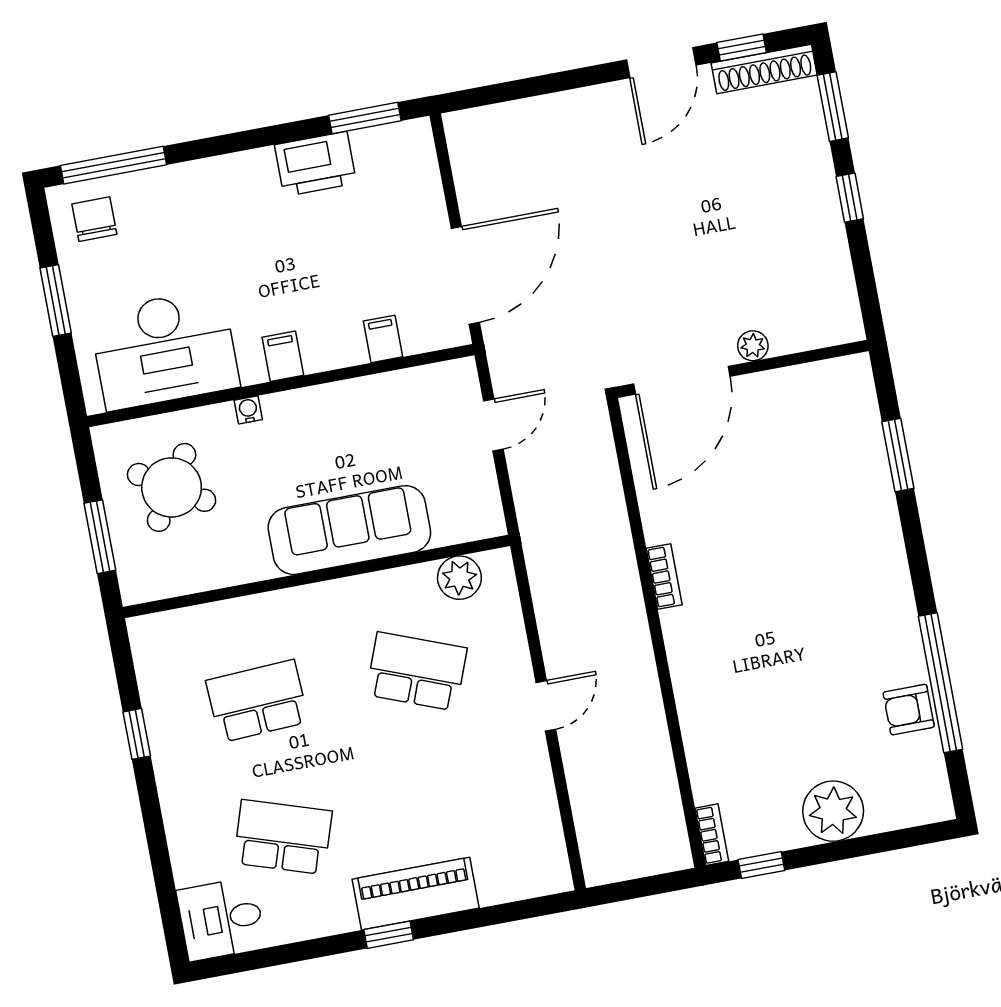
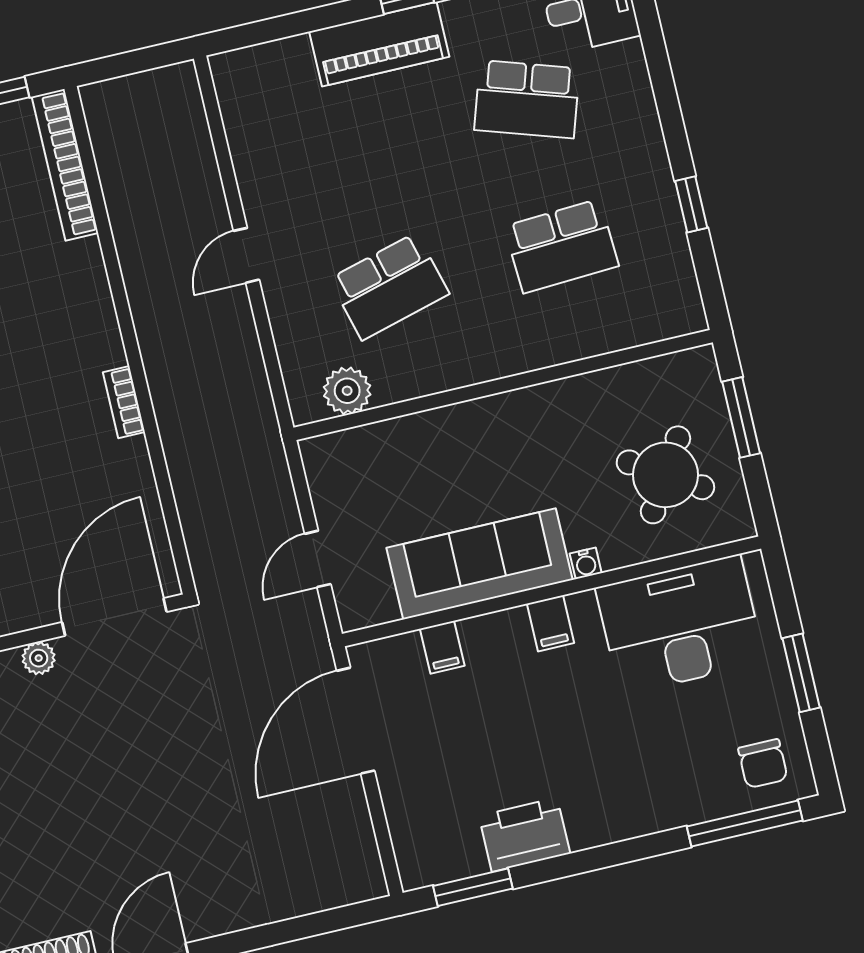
sofa: (349, 530) -> (480, 564), moved, turned 180
school desk: (417, 671) -> (389, 286), turned -36
bookcase: (712, 835) -> (65, 165), width x2.31, depth x1.31

